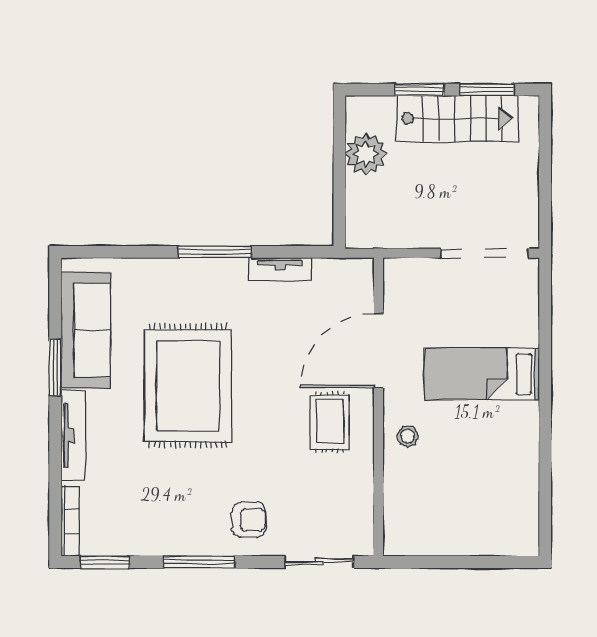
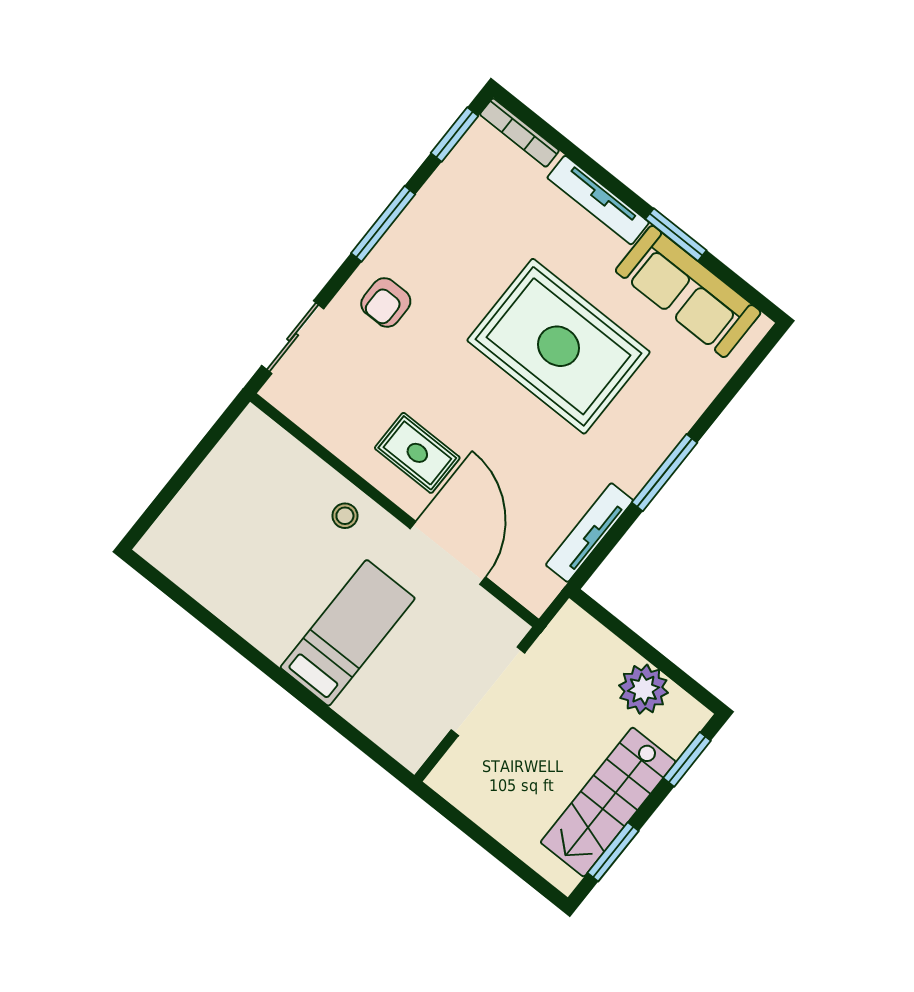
window: (420, 90) -> (687, 759), moved
doorway: (484, 253) -> (488, 691), moved
tv unit: (280, 270) -> (589, 533), width x1.41

